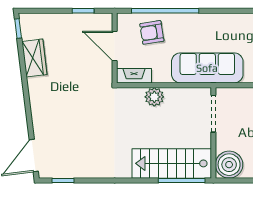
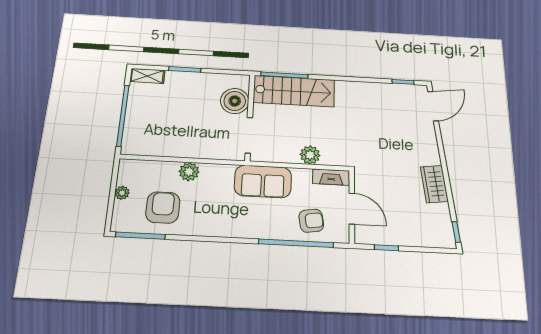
wardrobe: (34, 58) -> (434, 184), moved
sofa: (207, 68) -> (263, 181), width x0.73
boiler: (229, 165) -> (235, 101), moved

